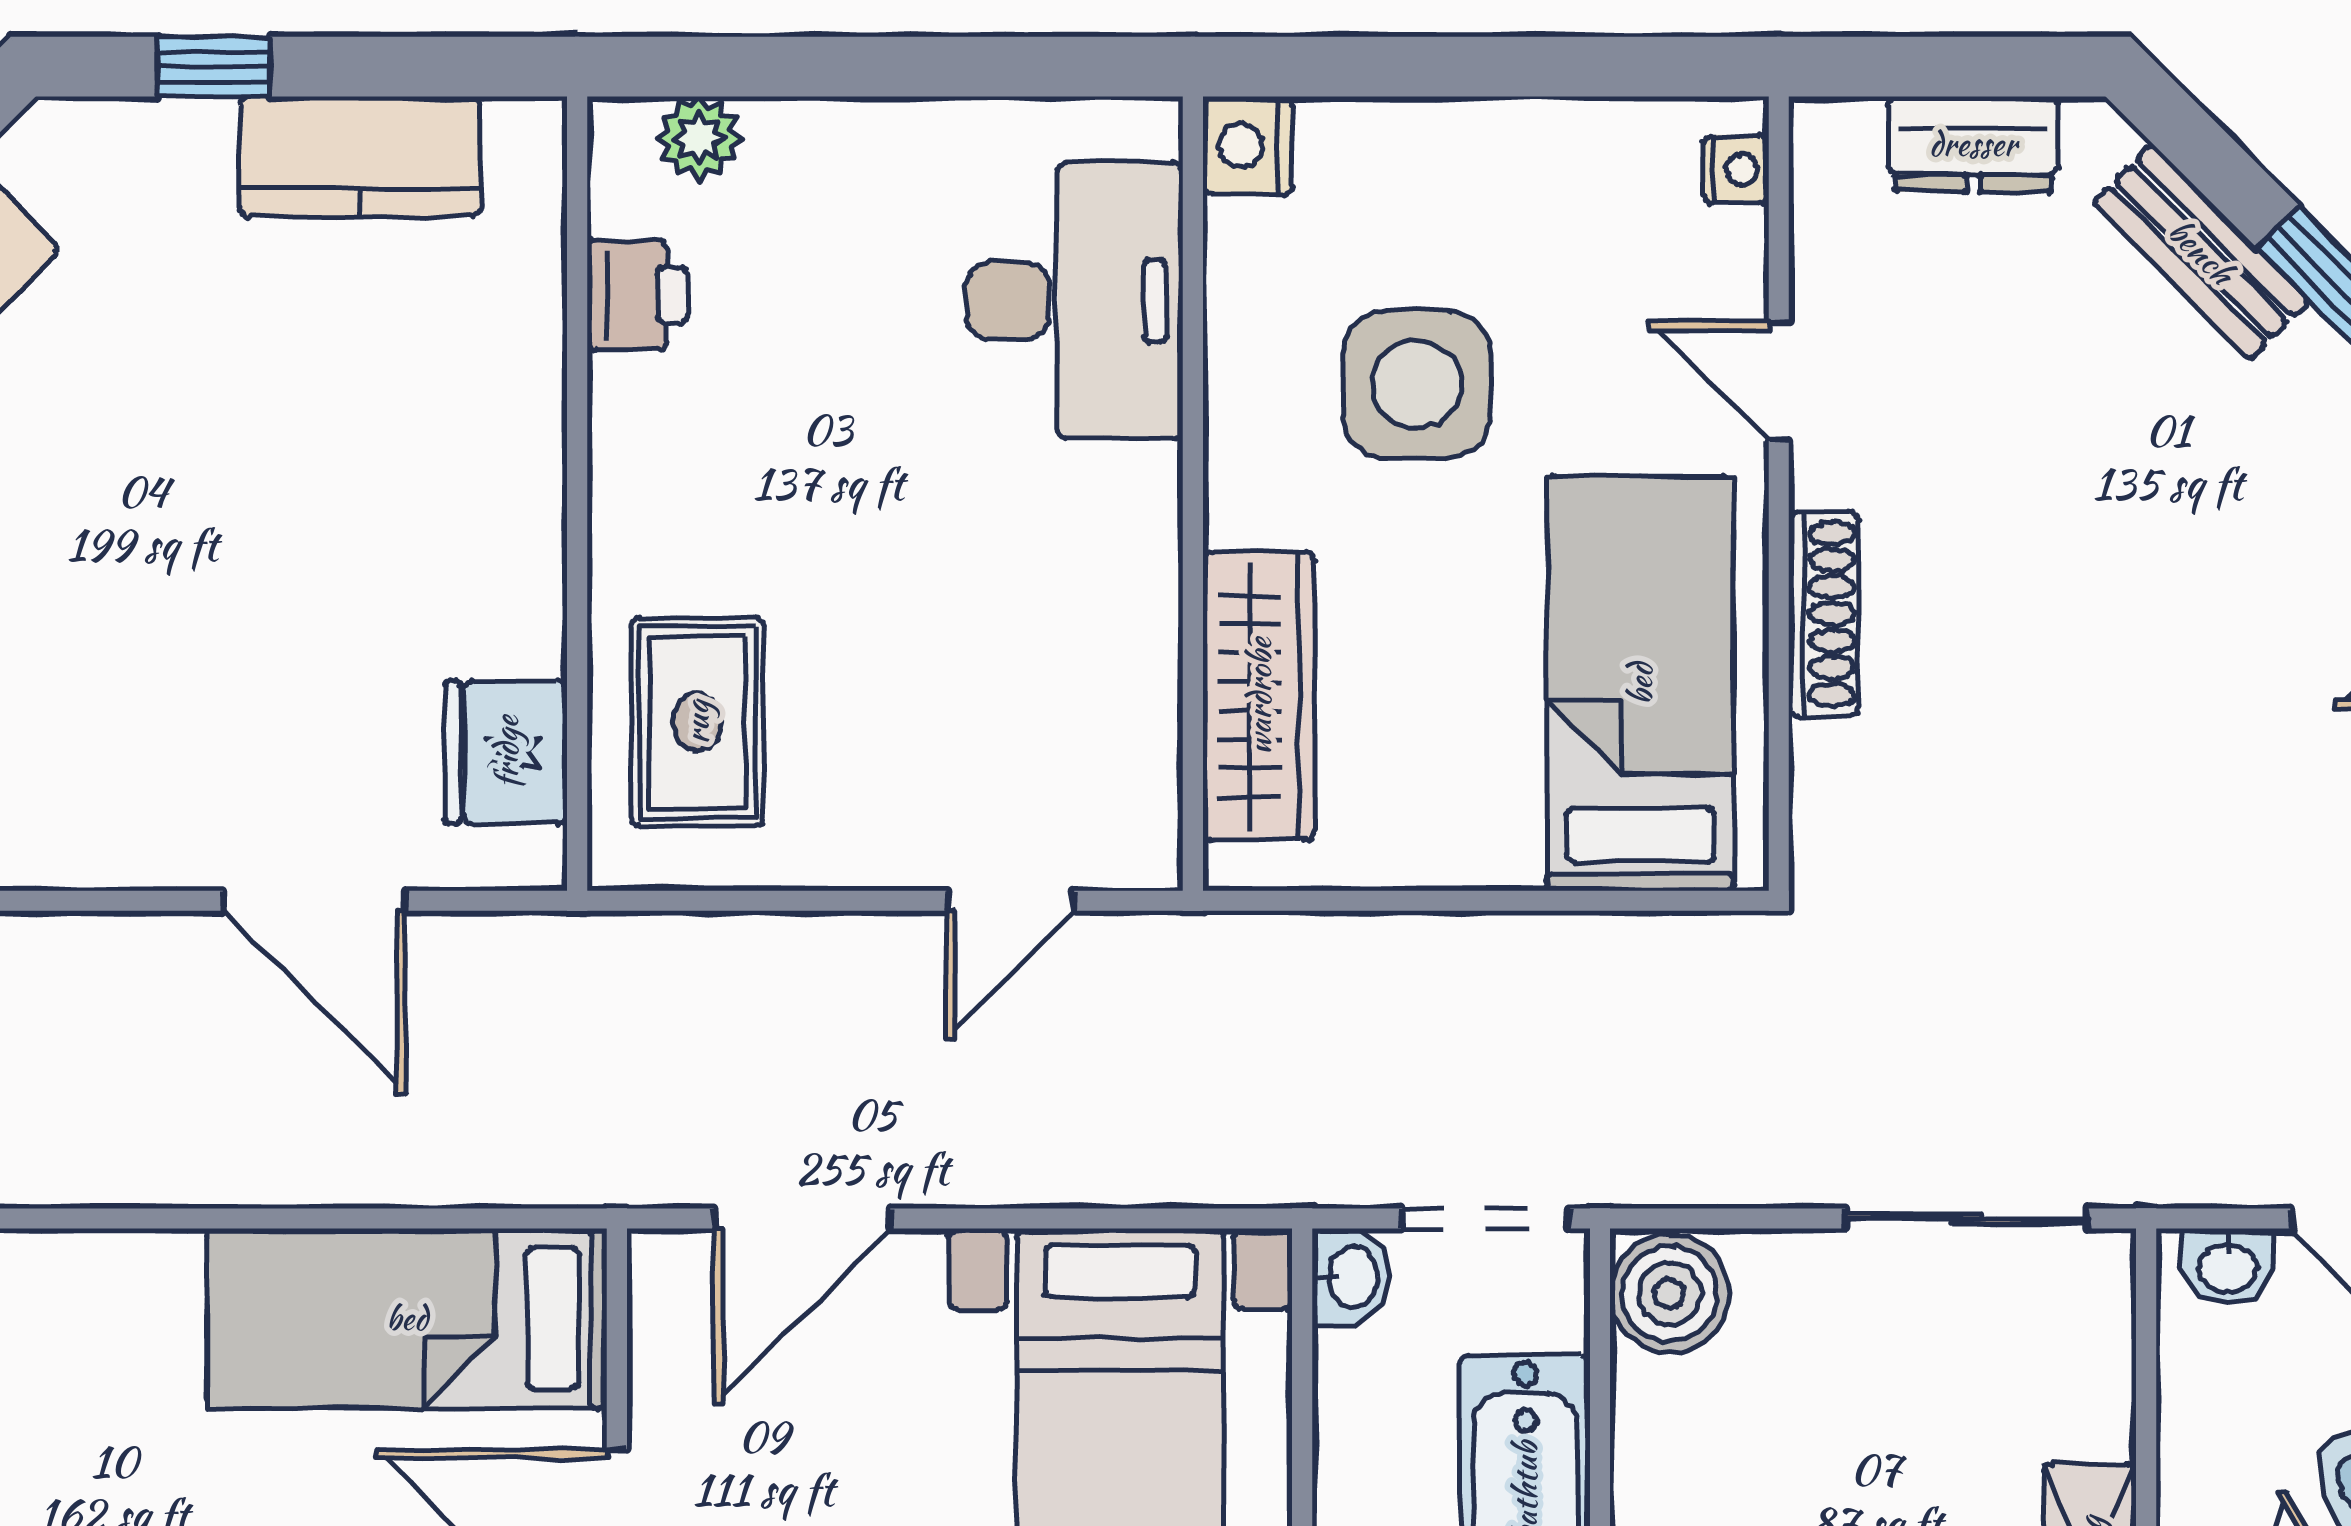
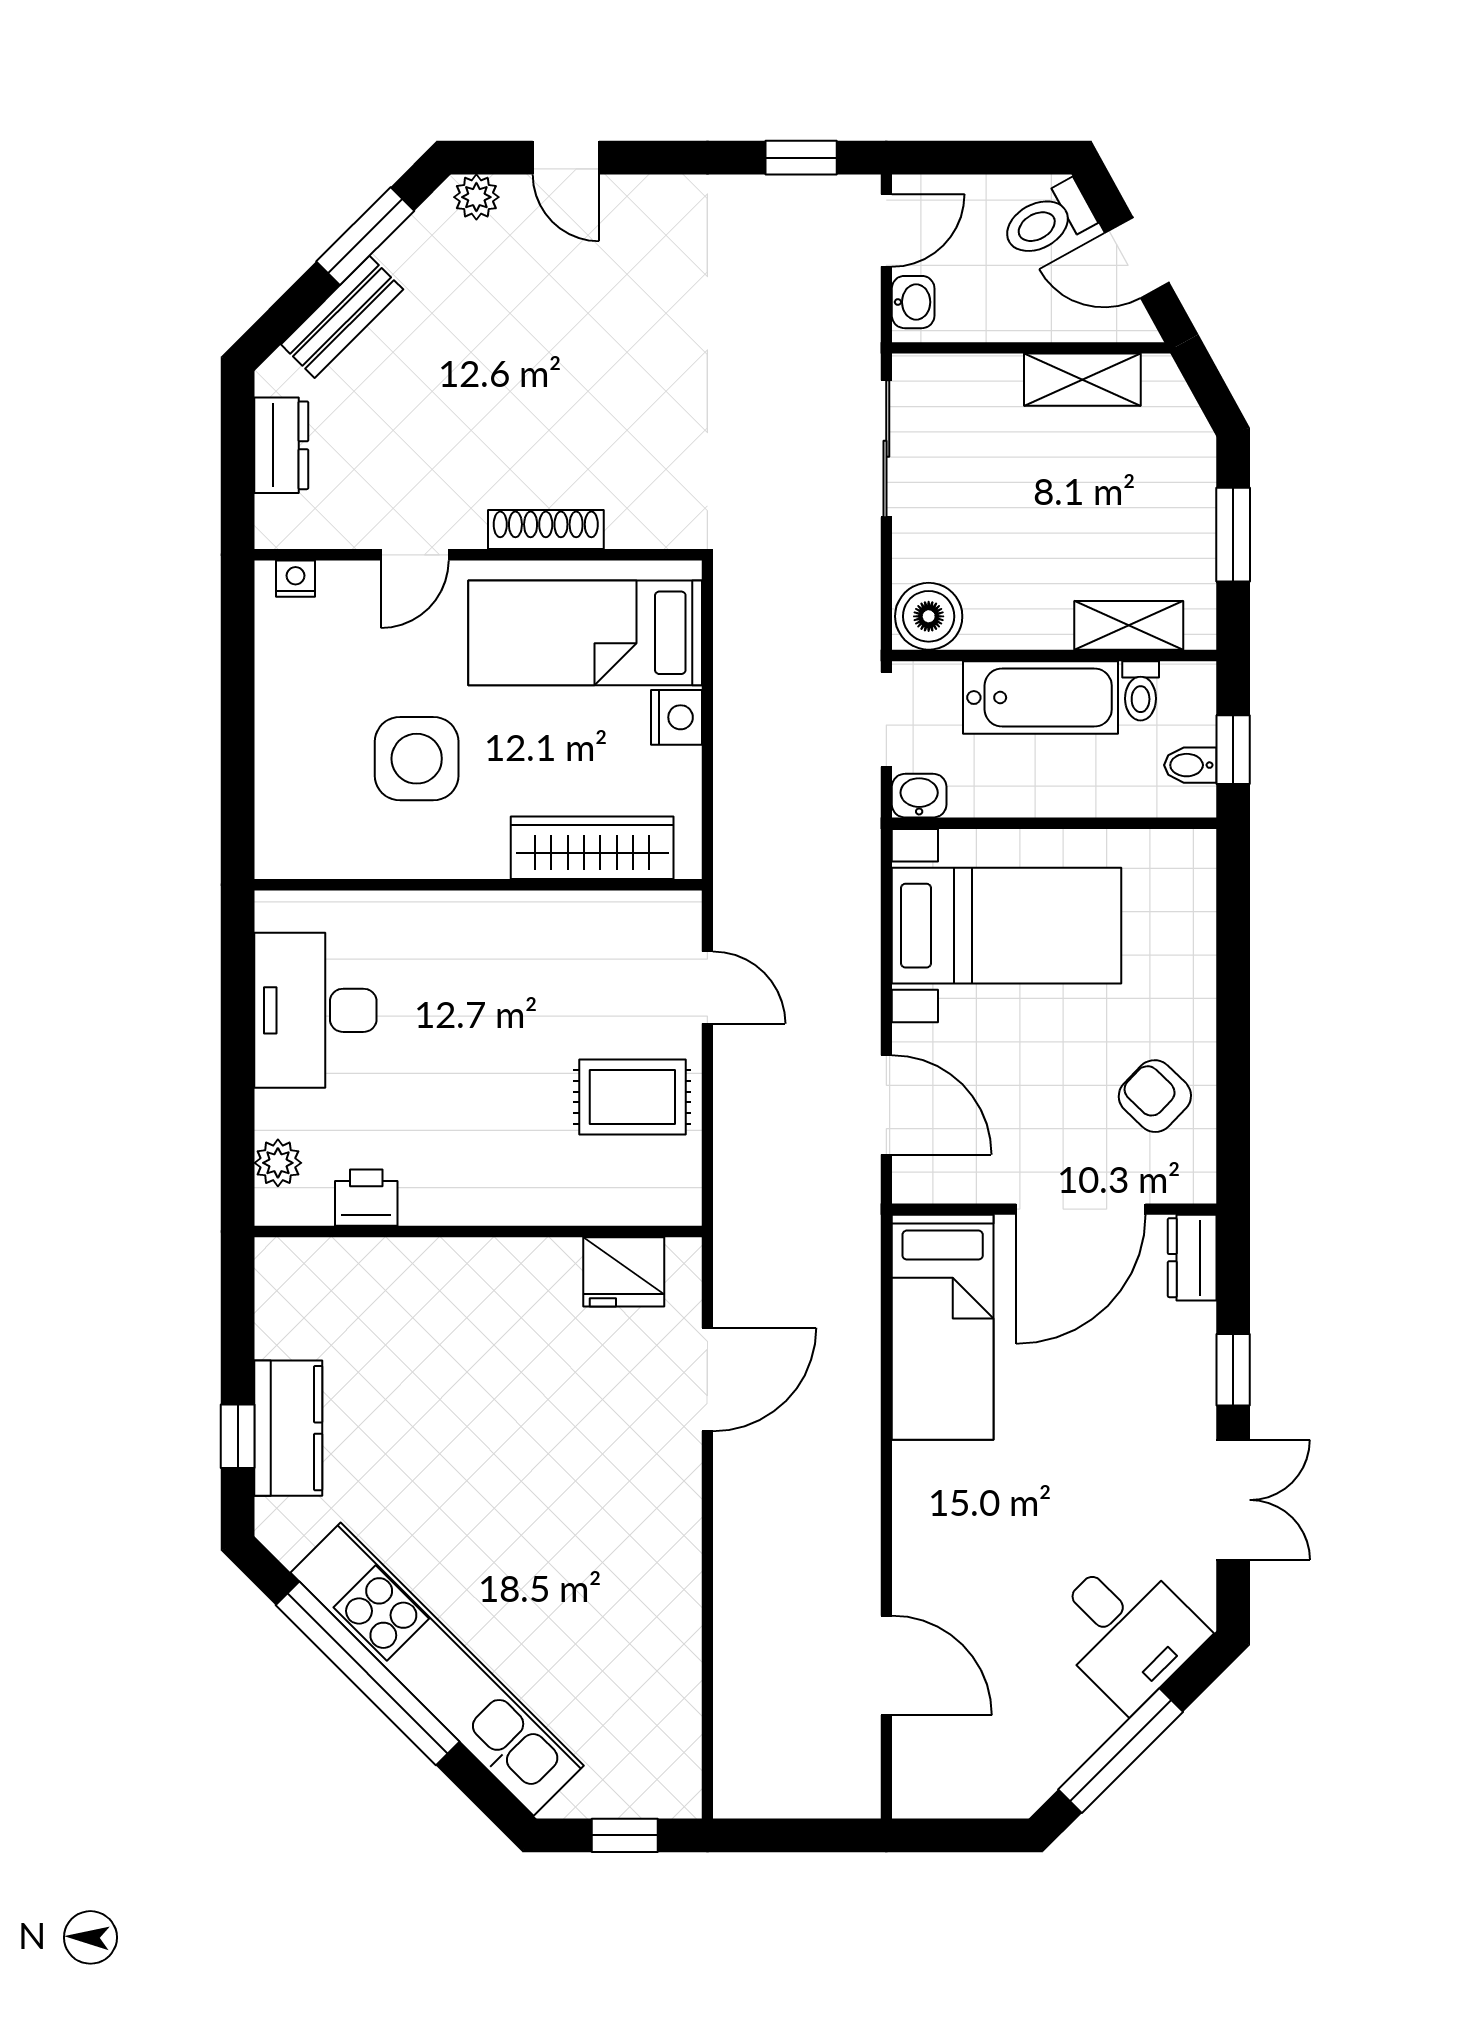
nightstand: (1248, 145) -> (676, 717), moved, turned -90
kitchen counter: (360, 157) -> (288, 1428), moved
desk: (1075, 301) -> (315, 1010), moved, turned -90
rug: (697, 722) -> (632, 1097), moved

